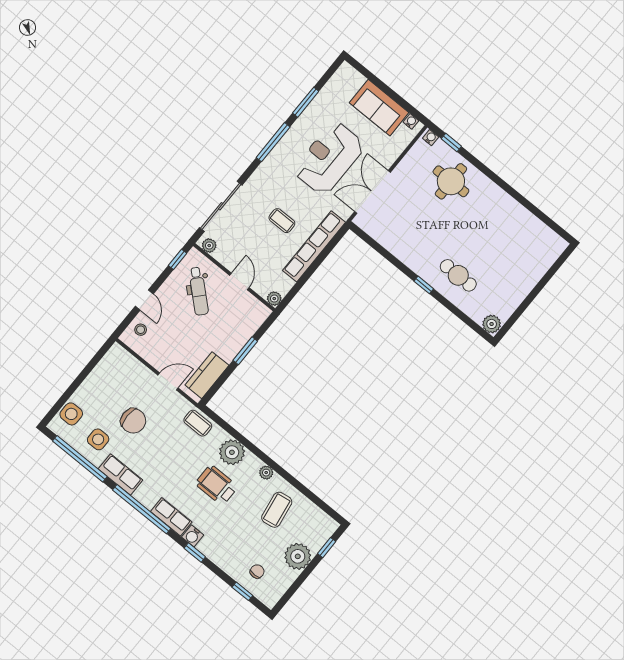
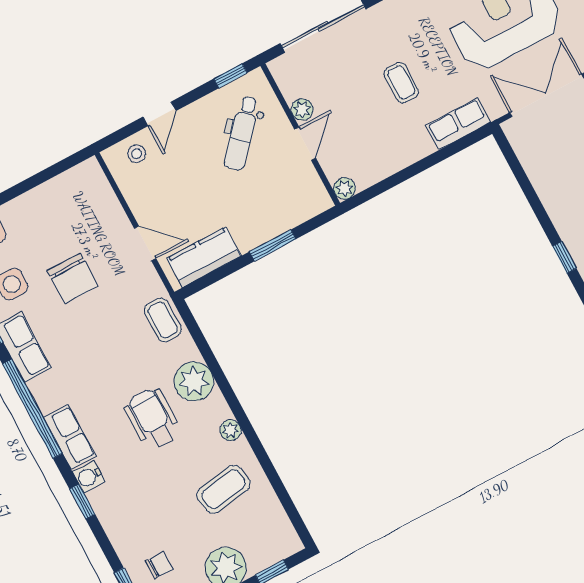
plant: (209, 246) -> (302, 109), moved
row of seats: (314, 246) -> (458, 124), width x0.50

